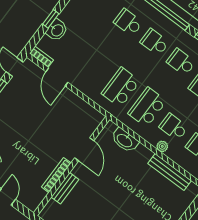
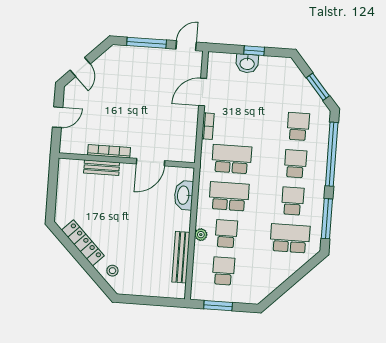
bookcase: (41, 57) -> (208, 126), moved

